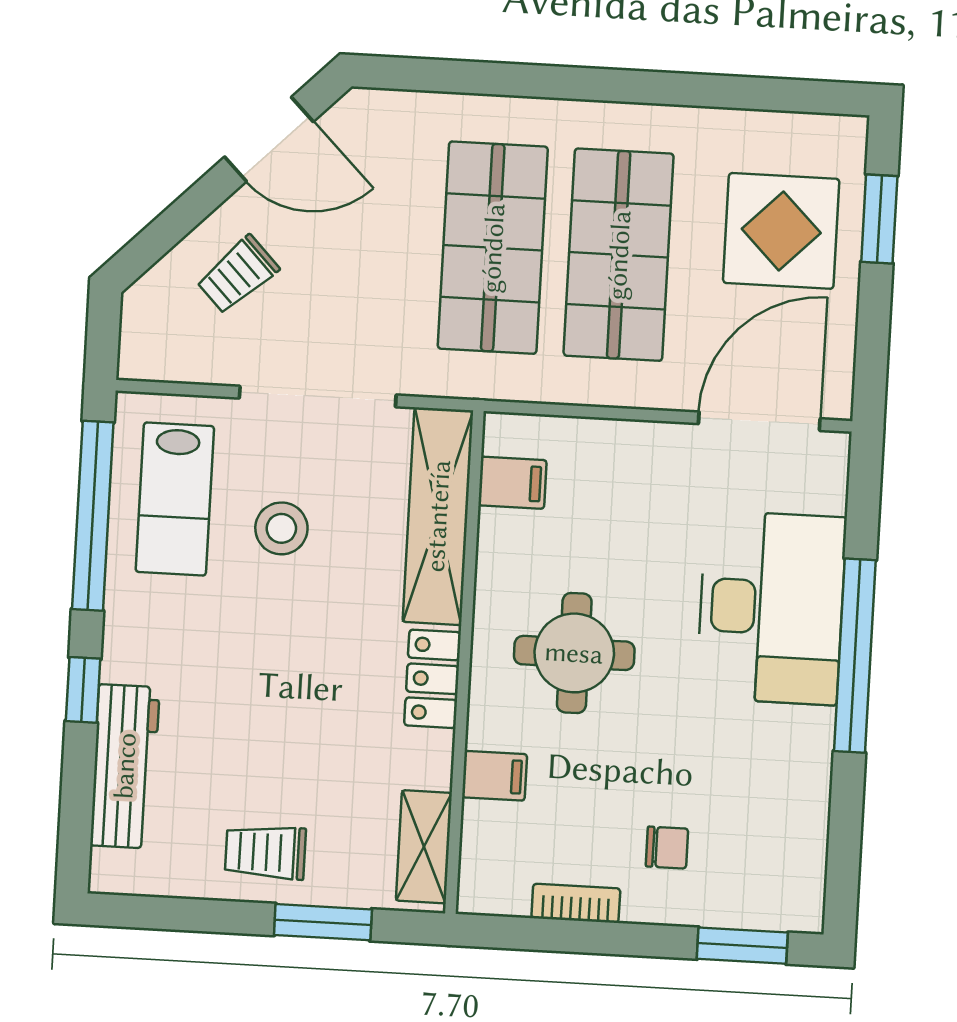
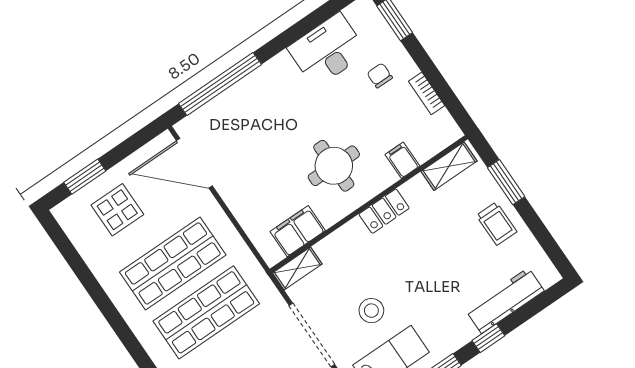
display table: (781, 231) -> (117, 210), width x0.73, depth x0.73
filing cabinet: (512, 483) -> (298, 231), width x2.00
shelving: (438, 516) -> (297, 268), width x0.45, depth x0.75
desk: (771, 608) -> (327, 50), moved, width x0.73, depth x0.77
window: (855, 656) -> (220, 84), moved

